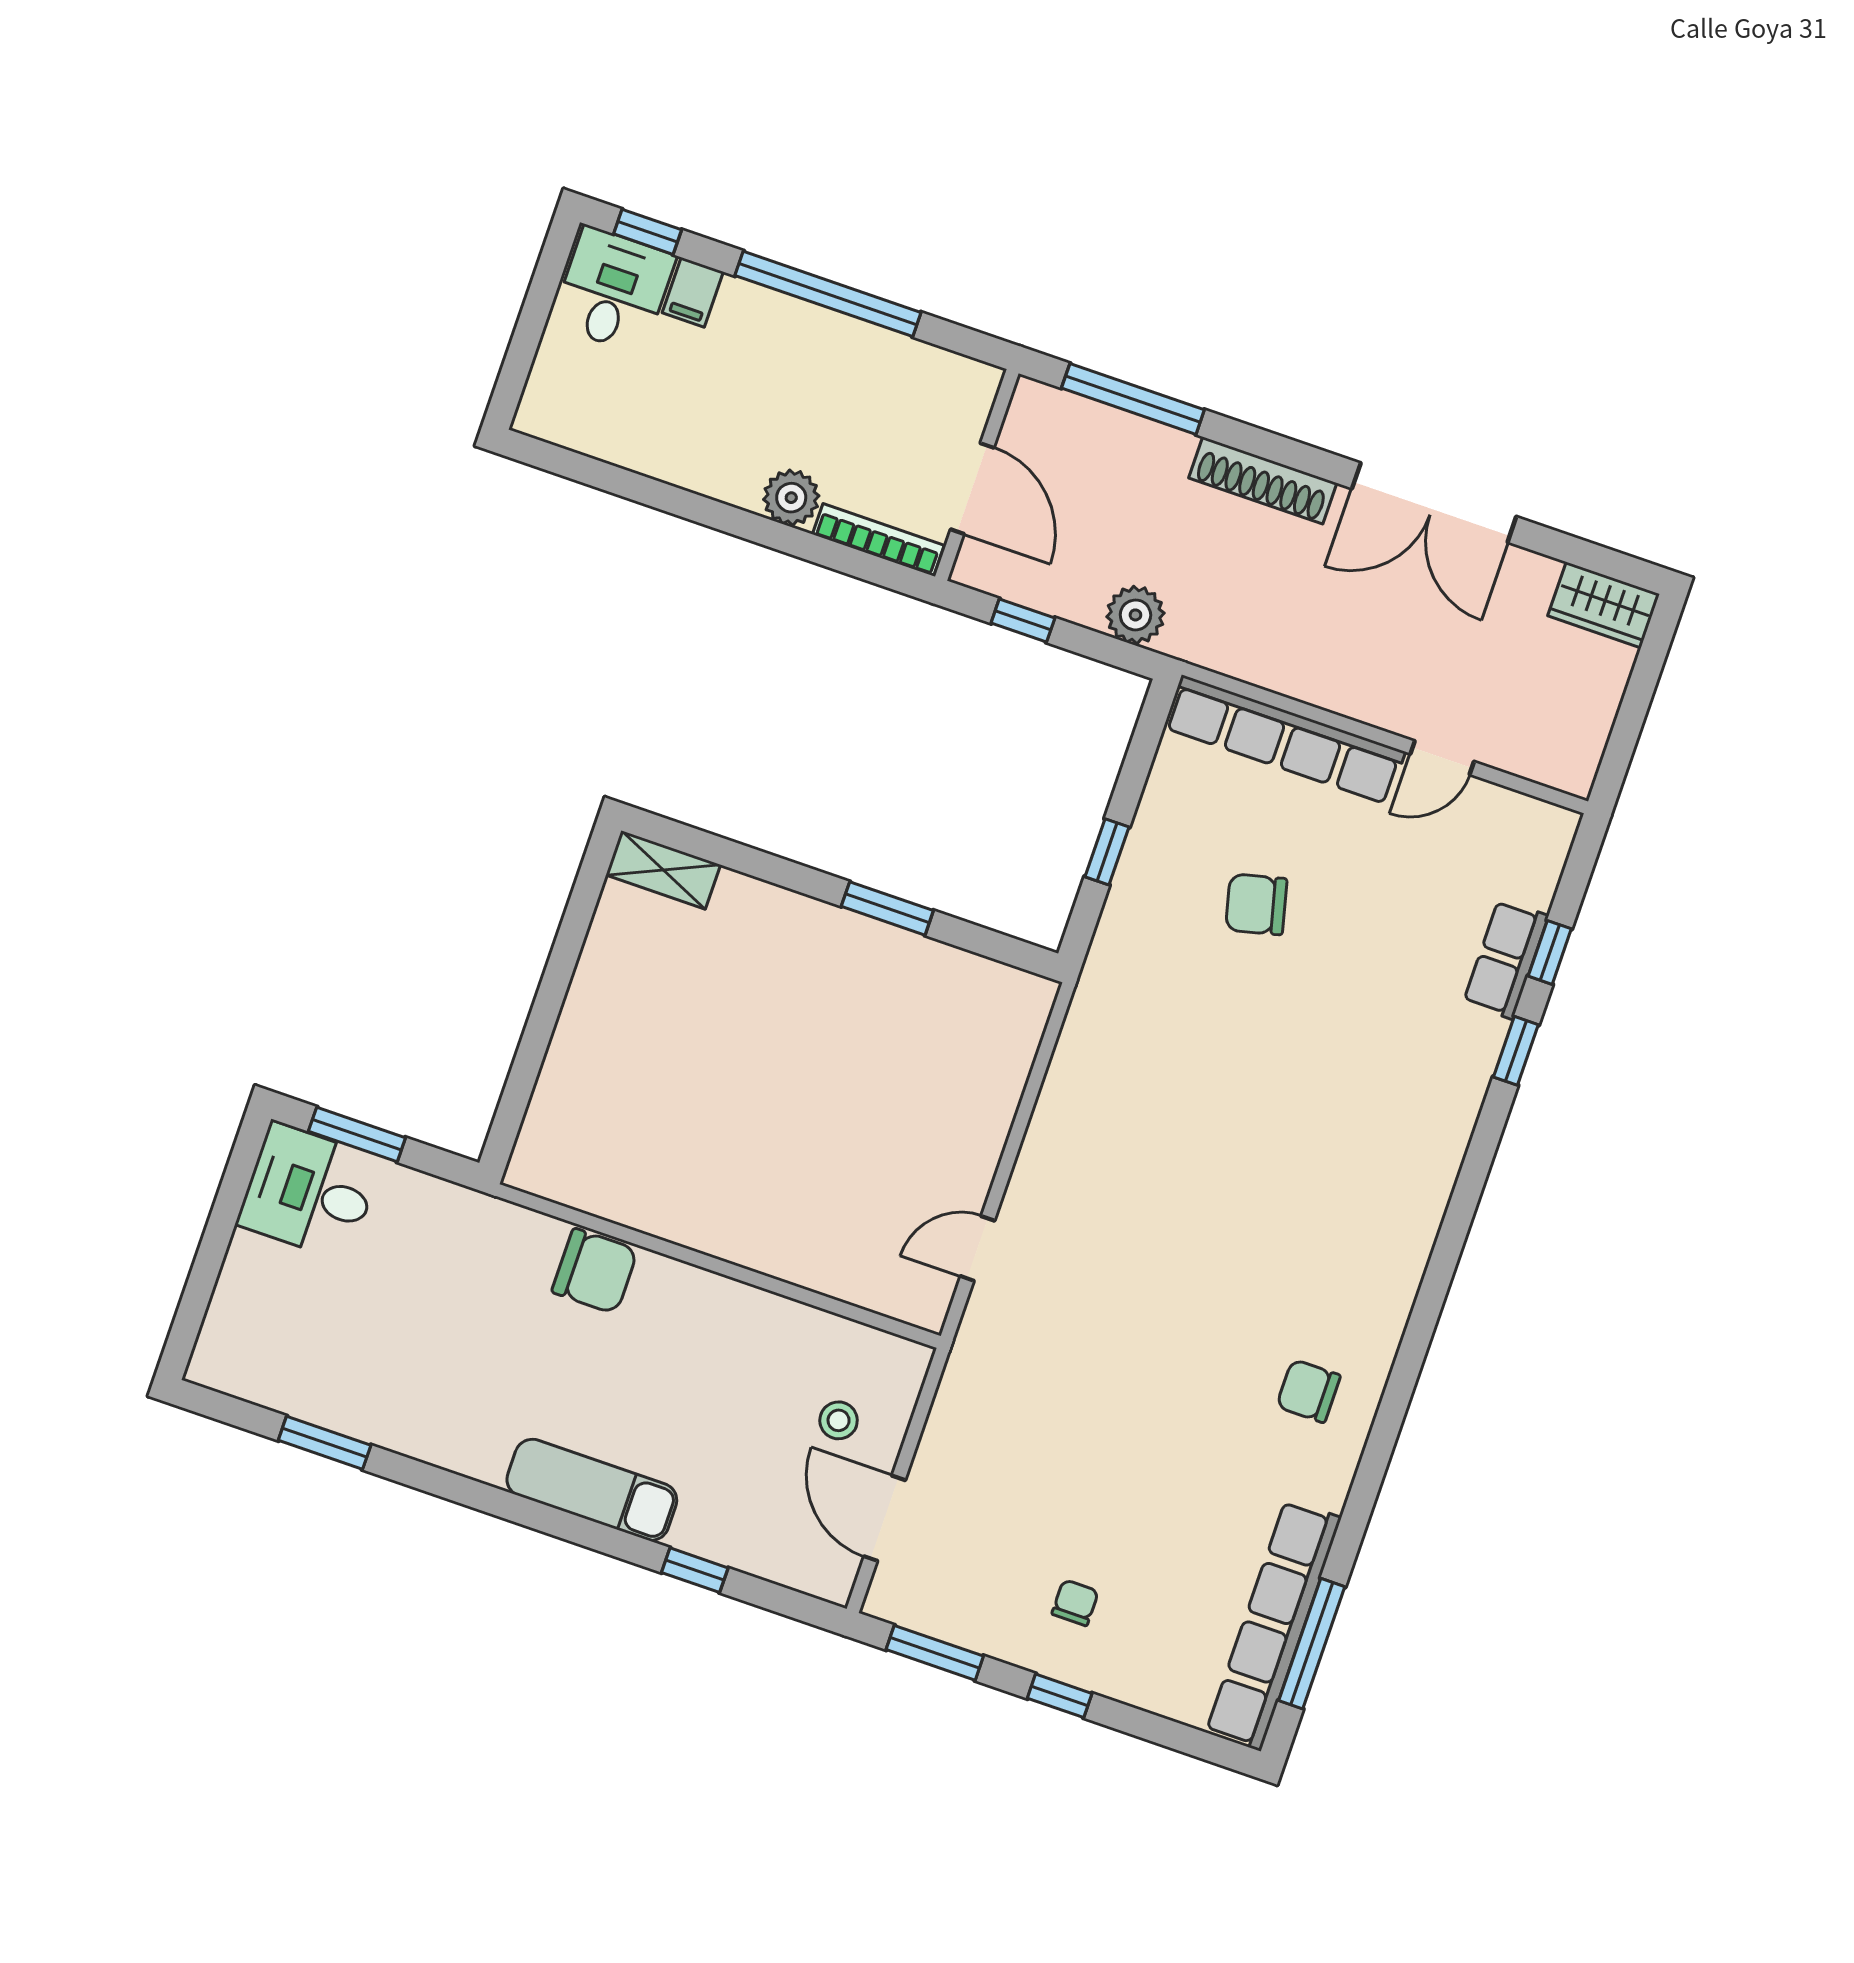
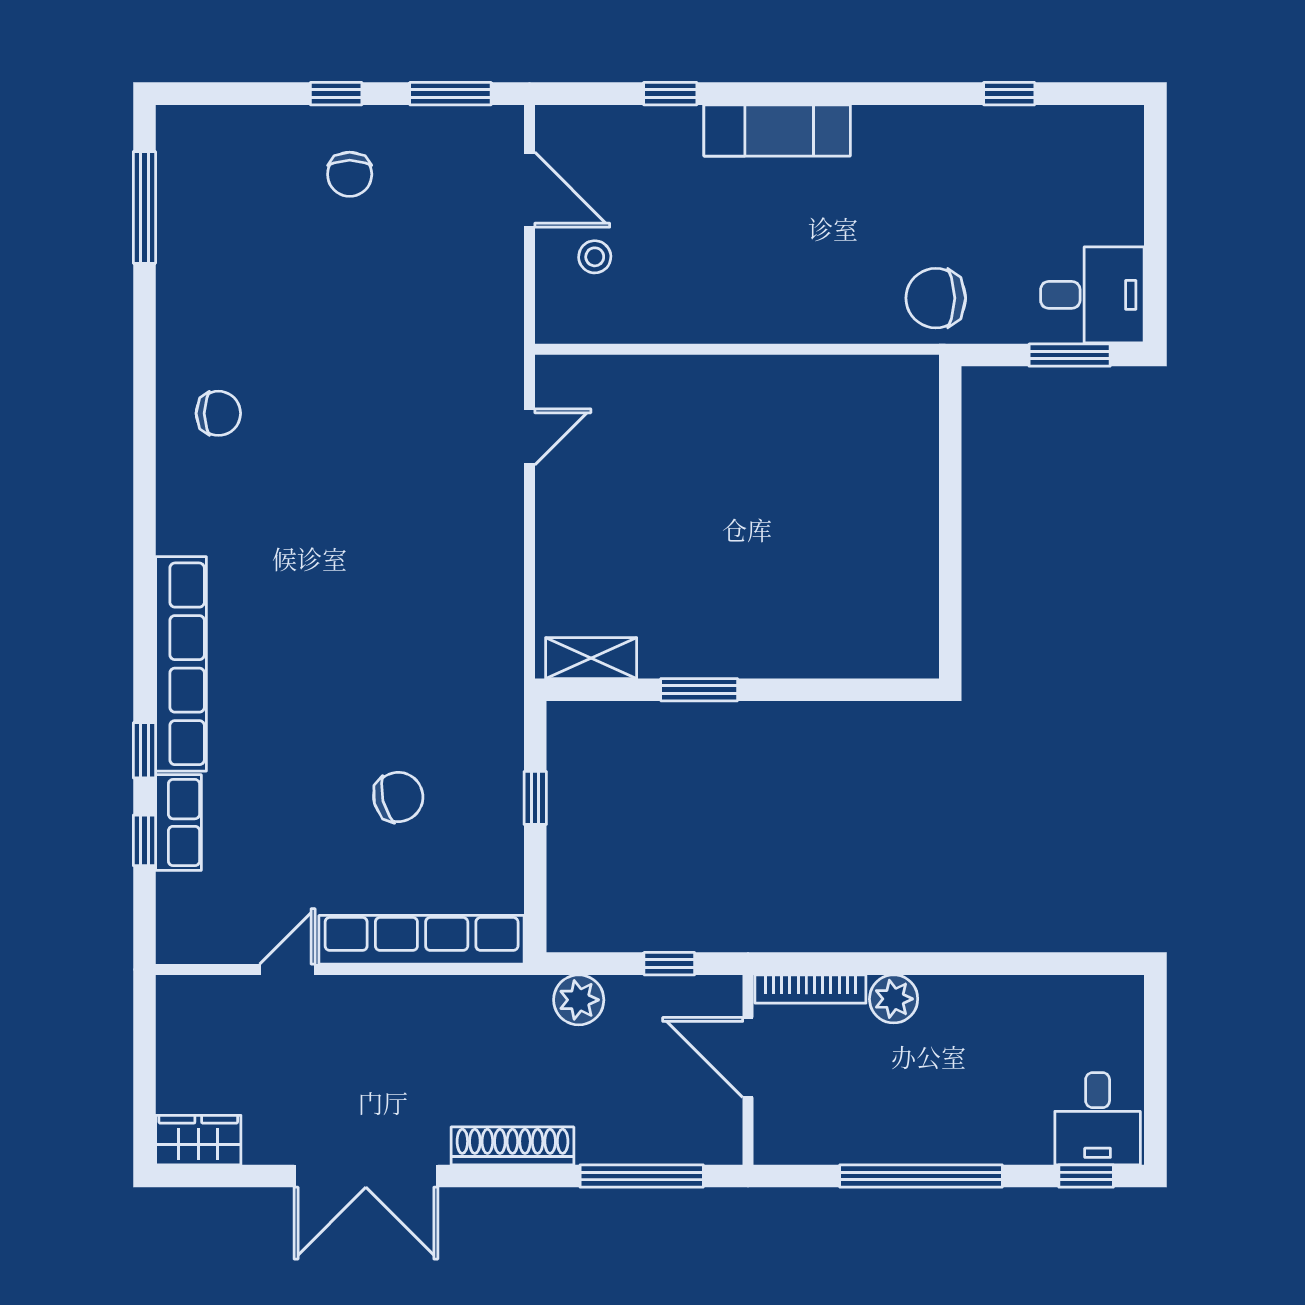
filing cabinet: (693, 292) -> (1032, 1139), removed
double door: (1434, 503) -> (366, 1176), swing flipped
shelving: (663, 870) -> (591, 658), moved
chair: (595, 1271) -> (936, 298), moved
window: (325, 1443) -> (1009, 94), width x0.67
chair: (1075, 1603) -> (350, 174), width x1.37, depth x1.37
row of seats: (1274, 1625) -> (181, 664), moved

